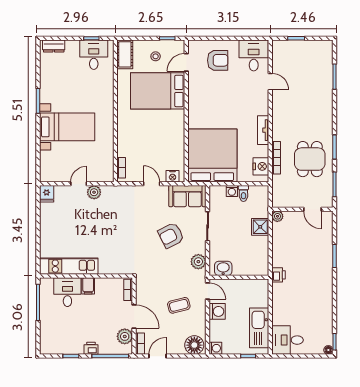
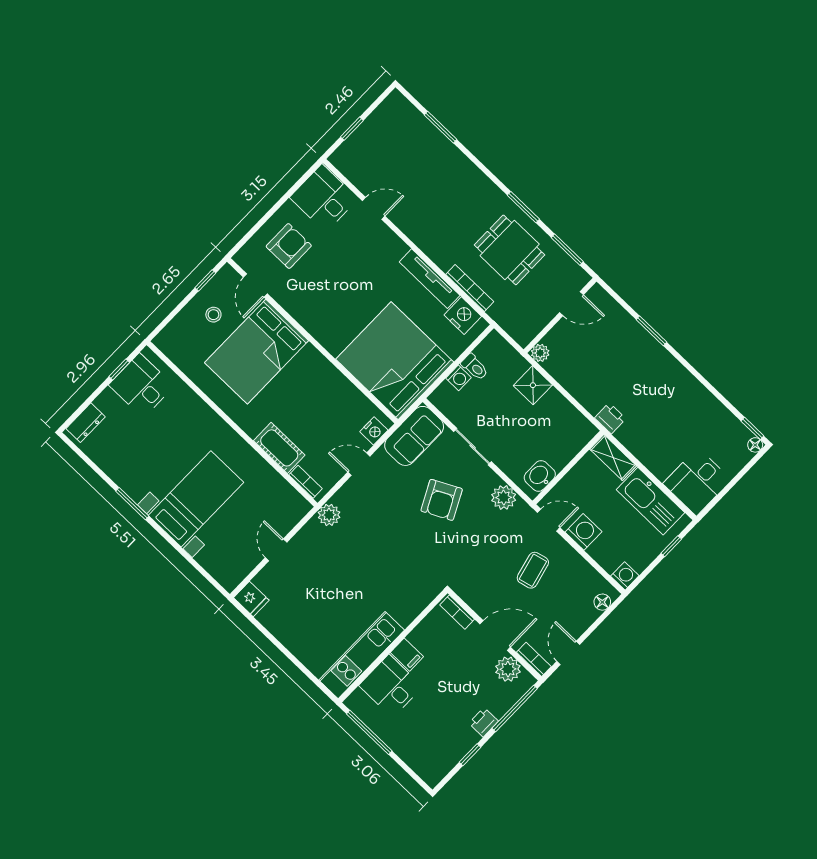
cot: (125, 54) -> (279, 448), moved
tv unit: (263, 130) -> (430, 279), width x1.41
plant: (94, 192) -> (329, 515), moved
shelving: (262, 293) -> (613, 458), added
floor lamp: (194, 345) -> (602, 602), width x0.53, depth x0.53

